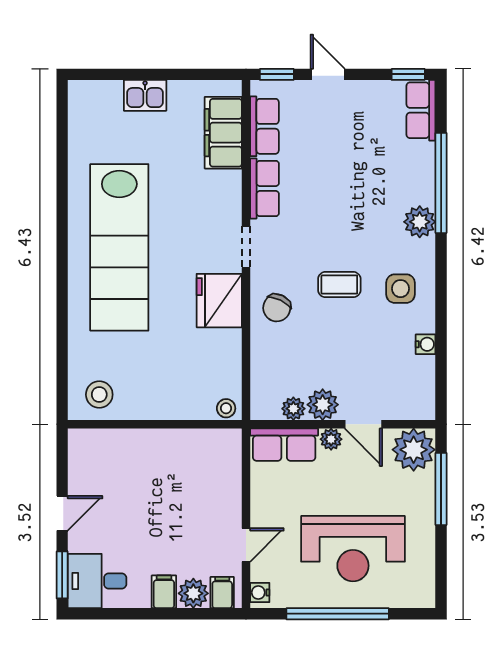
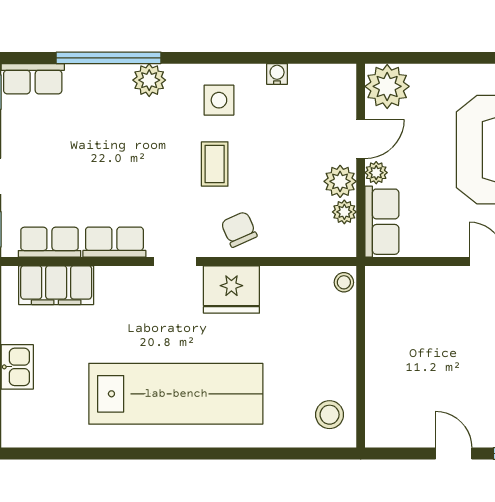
chair: (277, 308) -> (239, 229), turned -140
window: (441, 489) -> (428, 58), removed

